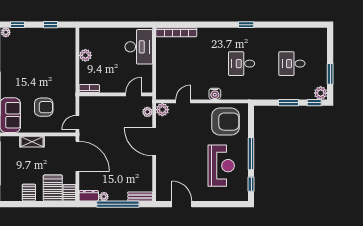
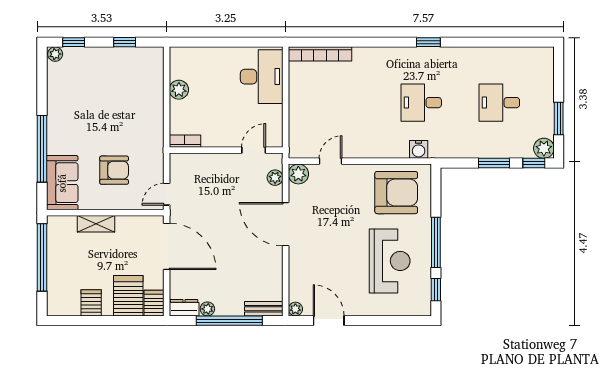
water cooler: (215, 94) -> (419, 149), moved
plant: (161, 197) -> (295, 309), added

